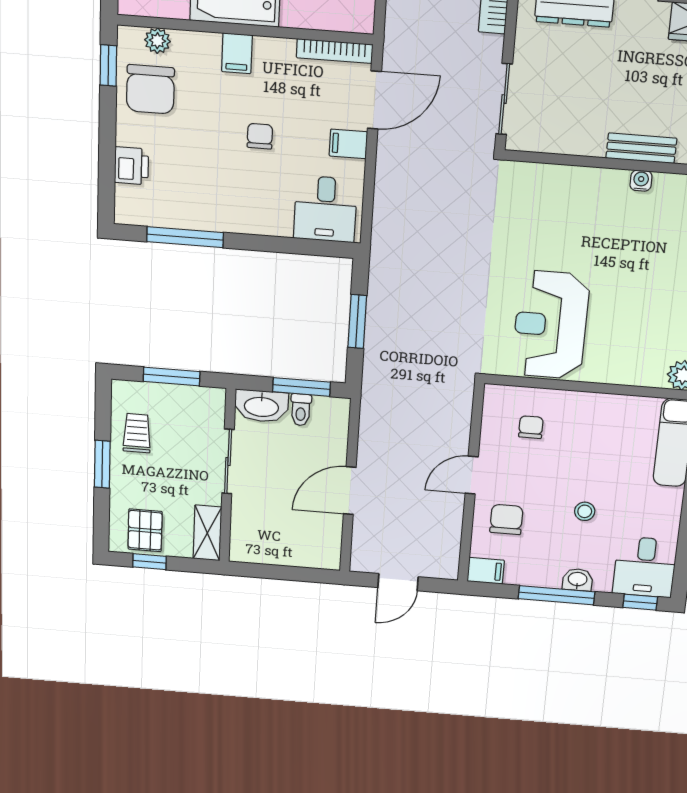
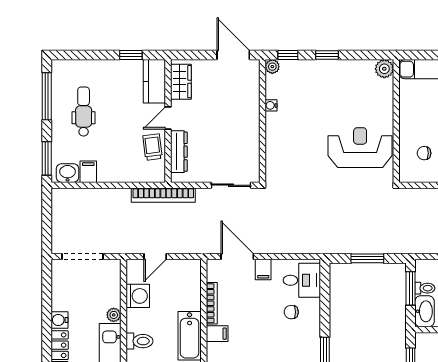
bookcase: (335, 51) -> (212, 303), moved
chair: (260, 136) -> (291, 312), moved
bench: (641, 148) -> (253, 107), removed
reception desk: (551, 325) -> (360, 148), turned 180

